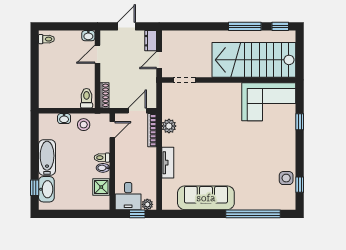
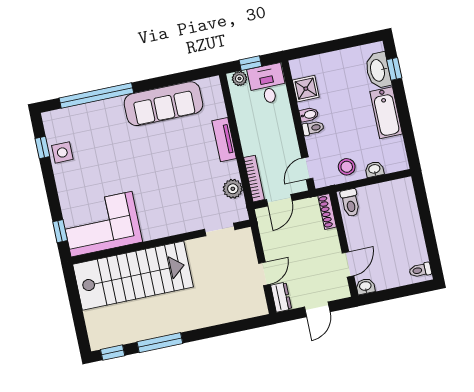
stairs: (254, 60) -> (133, 276), moved
doorway: (185, 80) -> (220, 230), moved
wall: (229, 80) -> (161, 242), moved
corner sofa: (269, 102) -> (102, 224), moved

